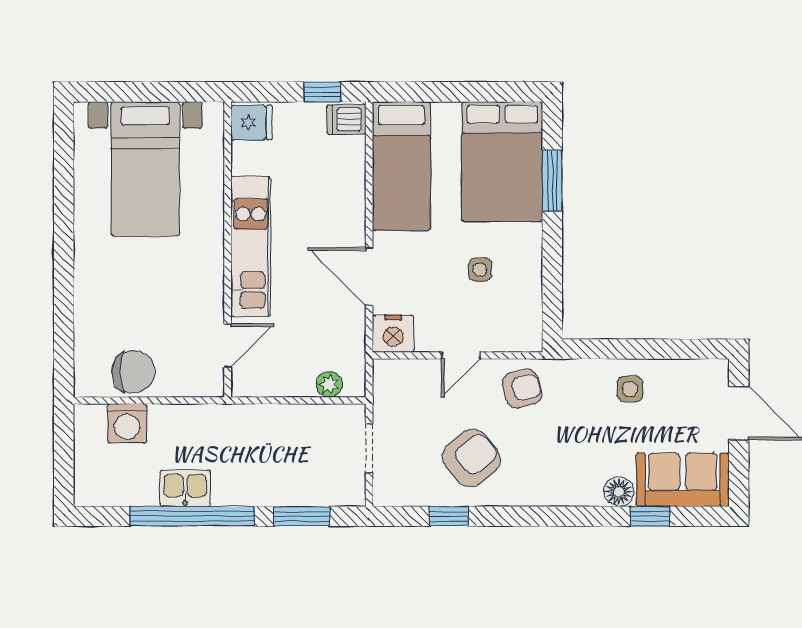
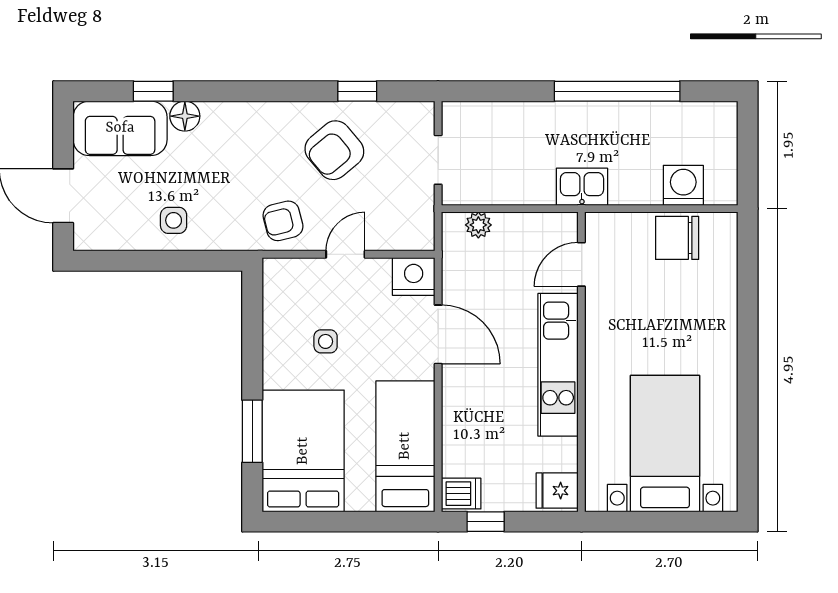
kitchen sink: (185, 488) -> (582, 187), moved, turned 180
window: (302, 516) -> (506, 91), removed

